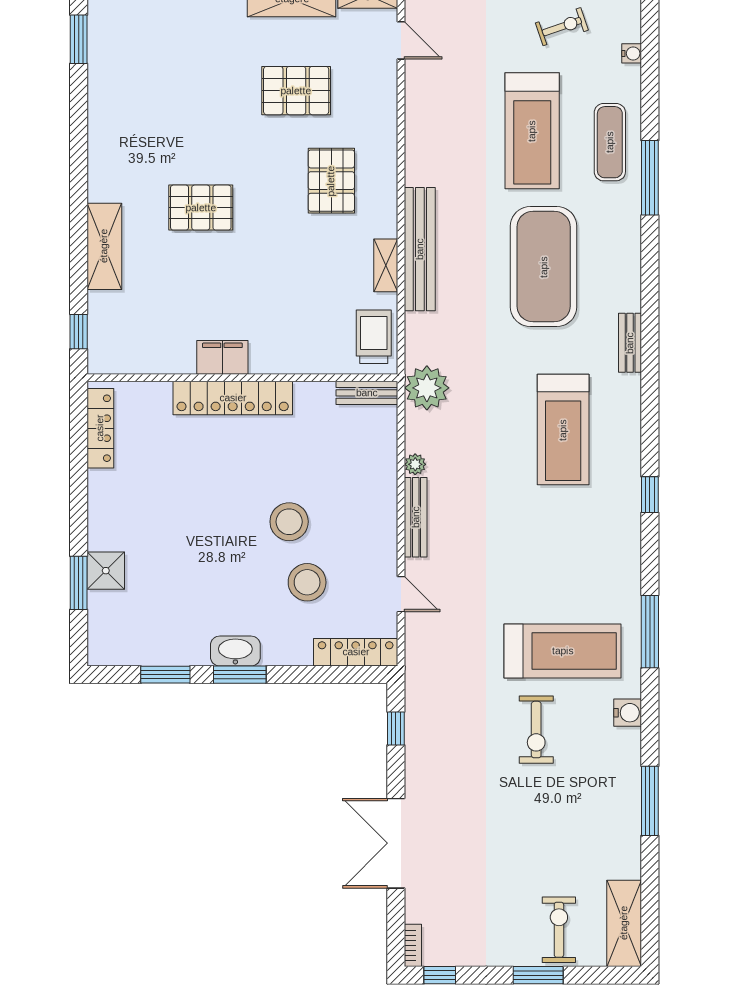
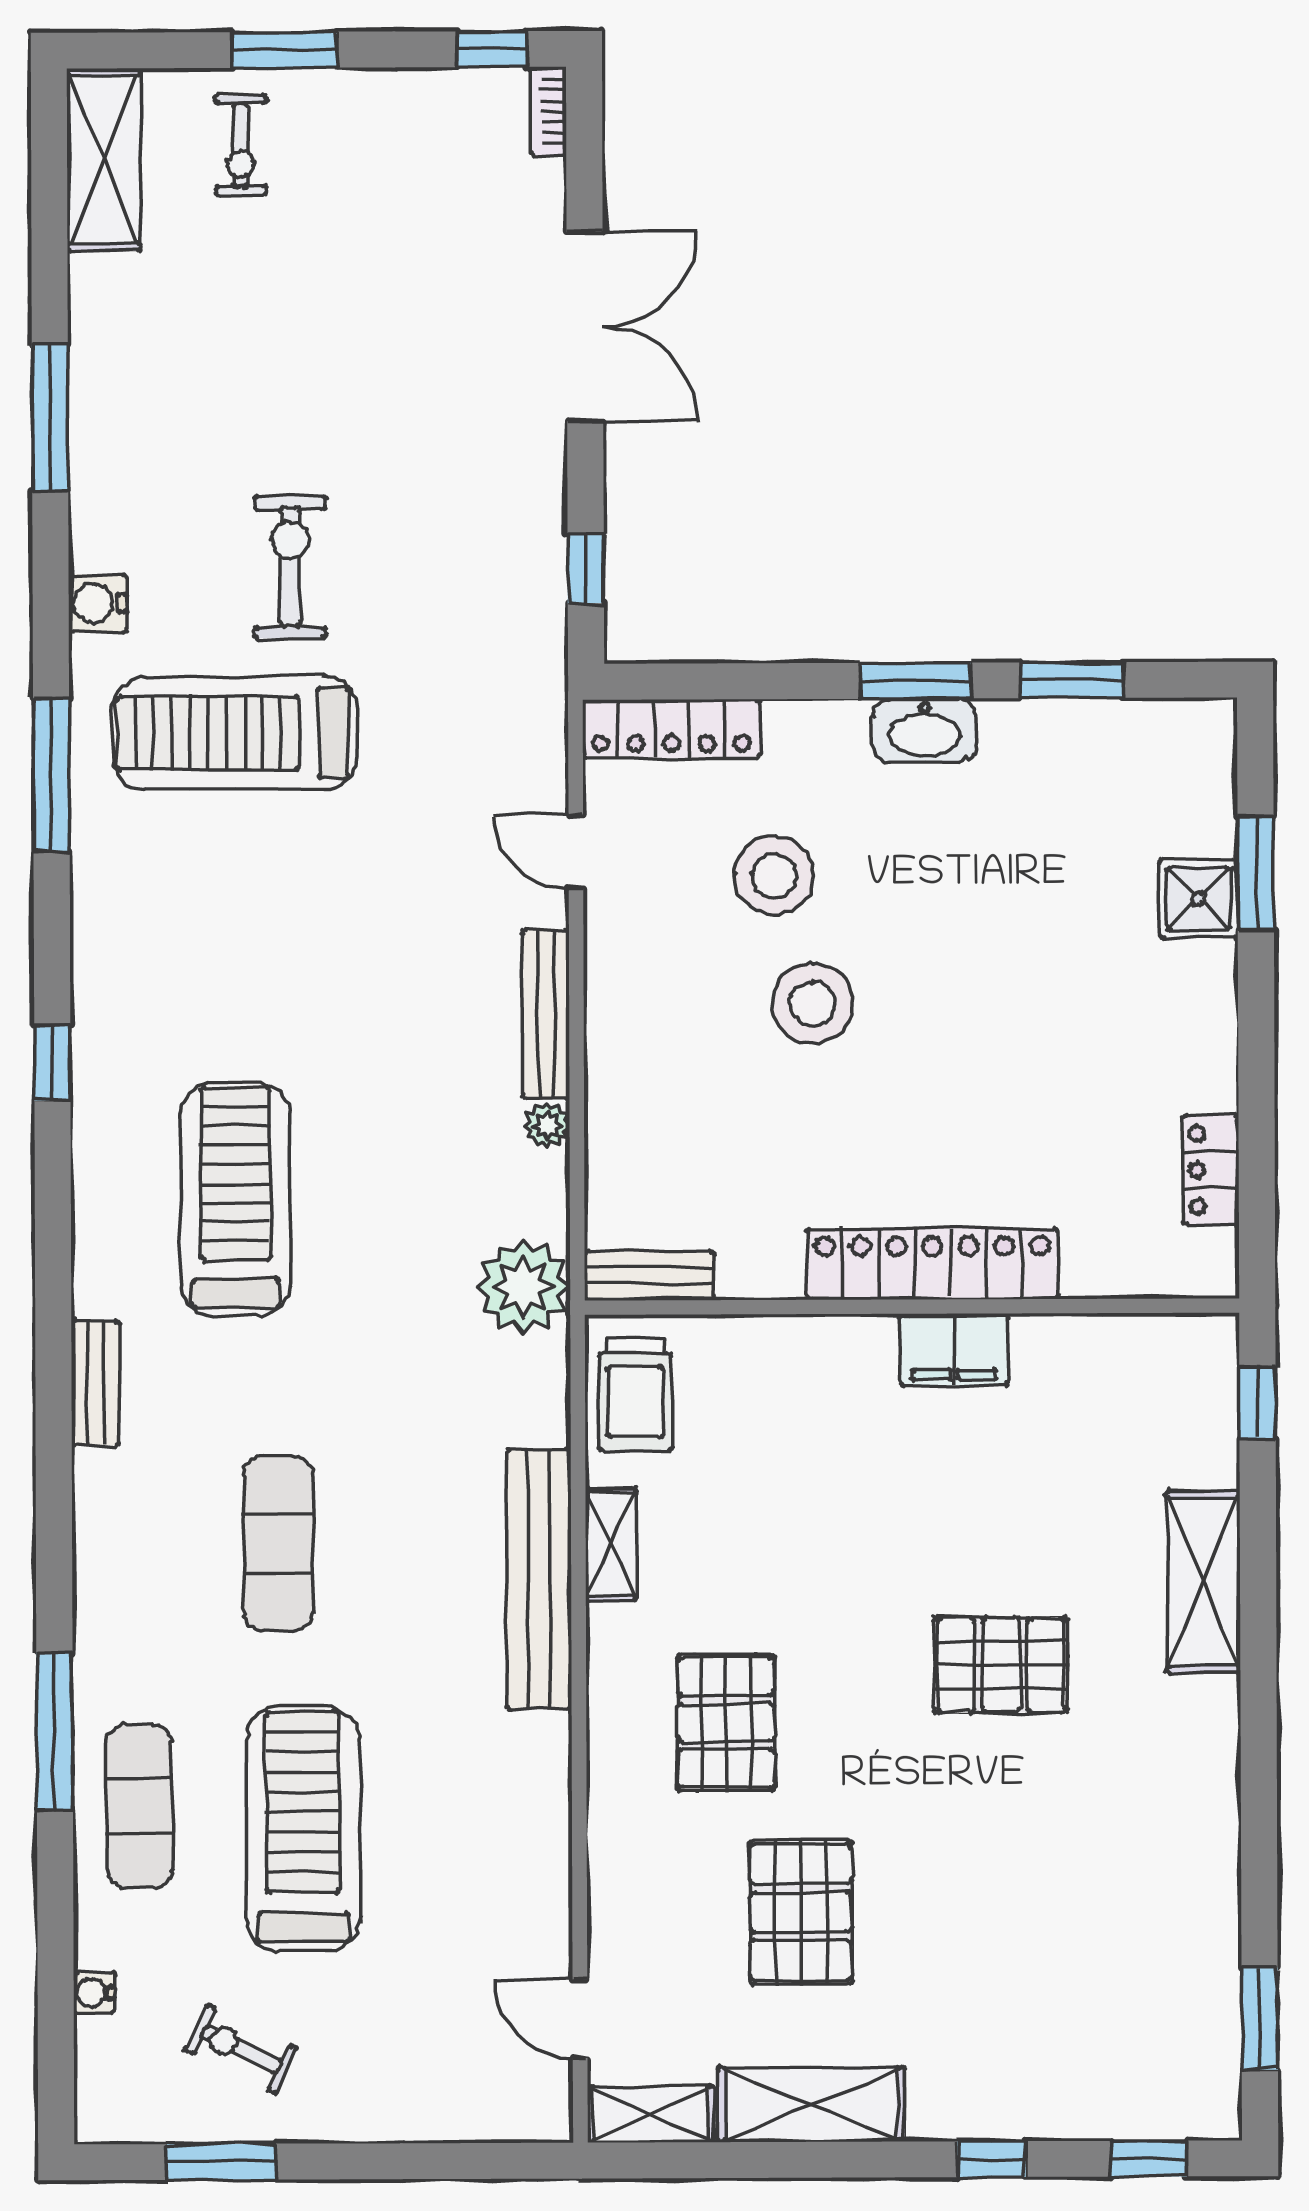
exercise bike: (562, 27) -> (241, 2049), turned 45
pallet: (296, 91) -> (801, 1912), turned 90
exercise mat: (544, 267) -> (278, 1543), width x0.50, depth x0.69
locker: (100, 428) -> (1211, 1170), width x0.66
exercise bike: (559, 930) -> (241, 145), width x0.73, depth x0.72

